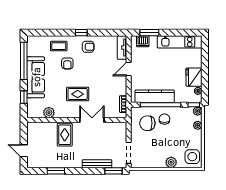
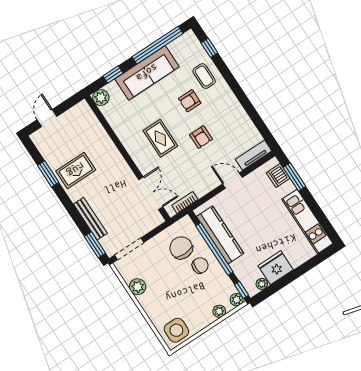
window: (81, 33) -> (209, 48), moved
armchair: (88, 47) -> (201, 137), moved
plant: (49, 113) -> (101, 97), moved
double door: (92, 120) -> (151, 193), moved
rug: (65, 135) -> (76, 170), moved
plant: (171, 162) -> (138, 287), moved

